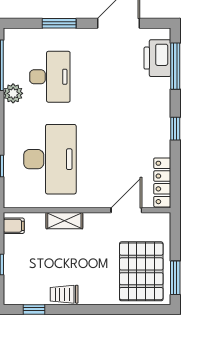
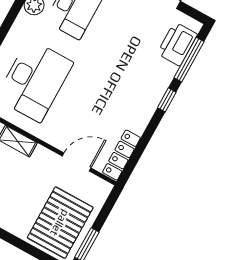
window: (175, 129) -> (167, 100), moved

